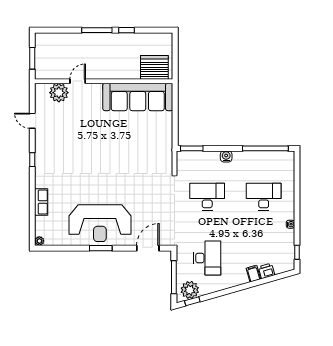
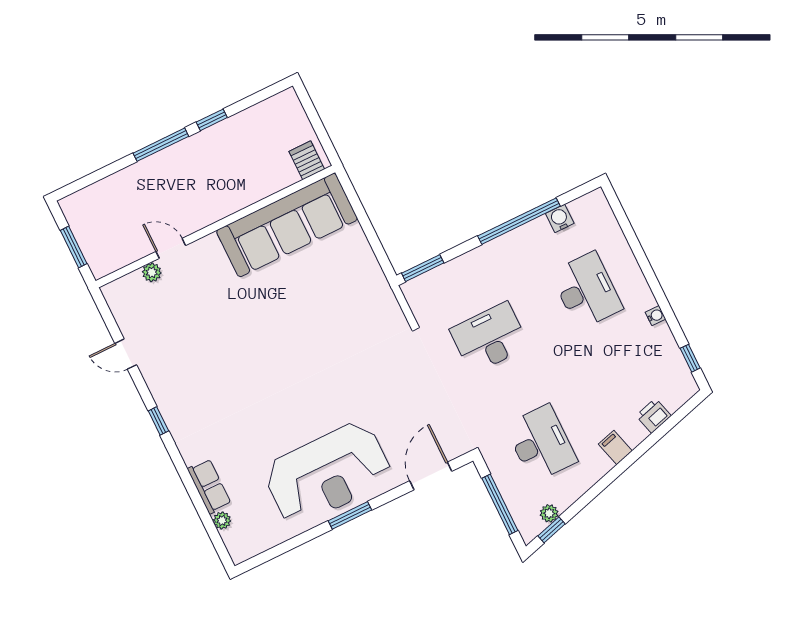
server rack: (154, 67) -> (307, 160), width x0.46, depth x0.70
door: (78, 81) -> (171, 248), hinge flipped
plant: (59, 93) -> (152, 272), width x0.53, depth x0.53
window: (265, 148) -> (519, 221), moved
water cooler: (226, 156) -> (560, 218), moved
desk: (264, 197) -> (586, 291), turned 90
plant: (39, 241) -> (222, 520), moved
filing cabinet: (253, 274) -> (615, 448), moved
plant: (190, 290) -> (549, 513), width x0.53, depth x0.53

